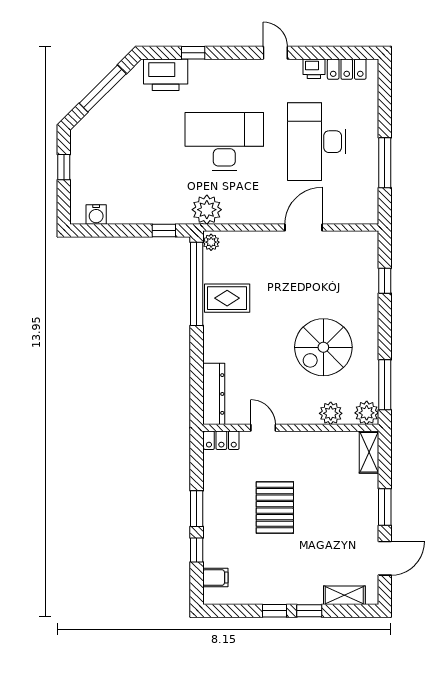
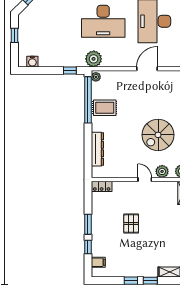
desk: (224, 142) -> (103, 21), turned 180
dresser: (214, 394) -> (97, 149), moved
door: (263, 428) -> (145, 179), moved
pallet: (275, 507) -> (131, 224), width x0.67, depth x0.71

